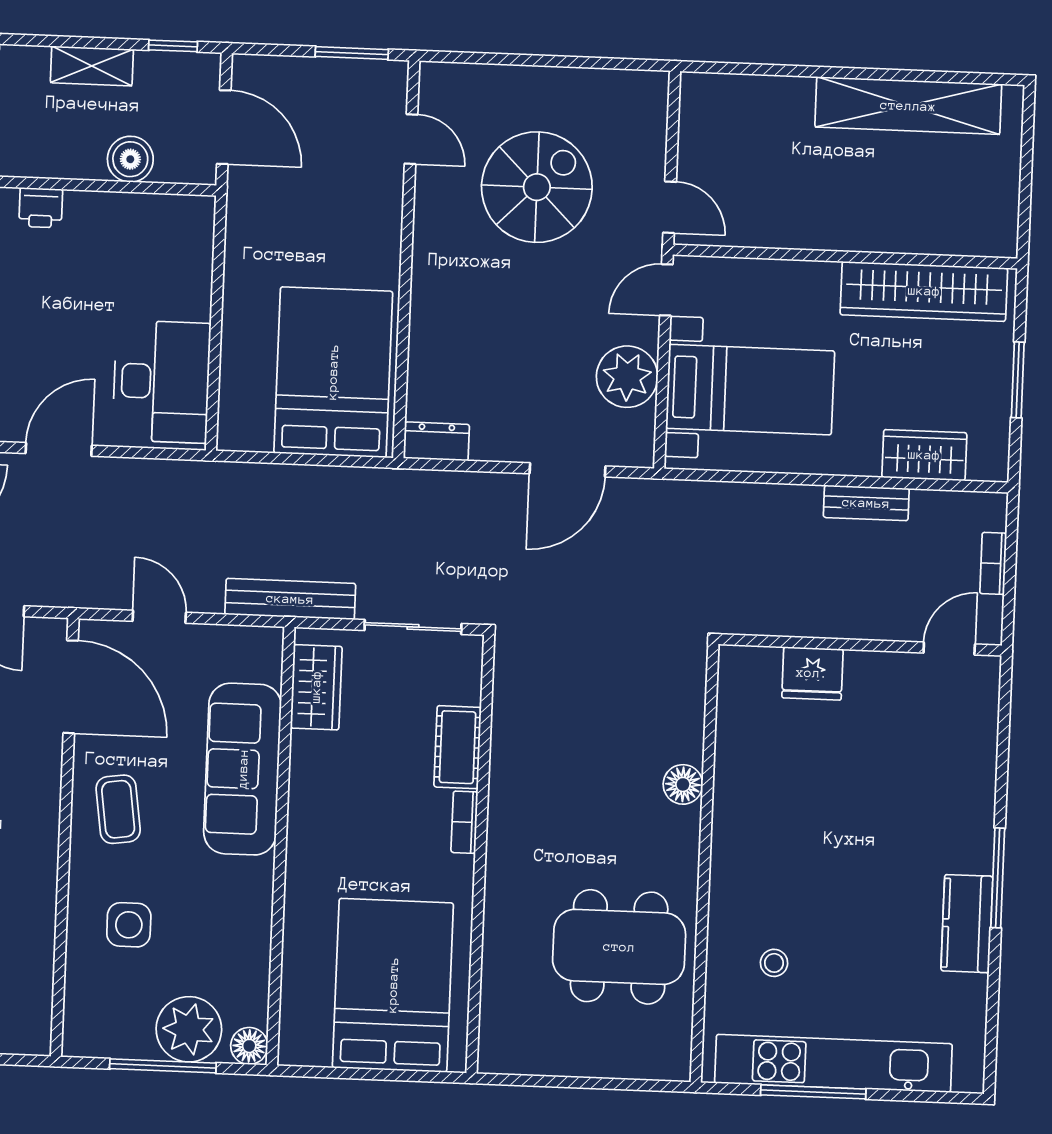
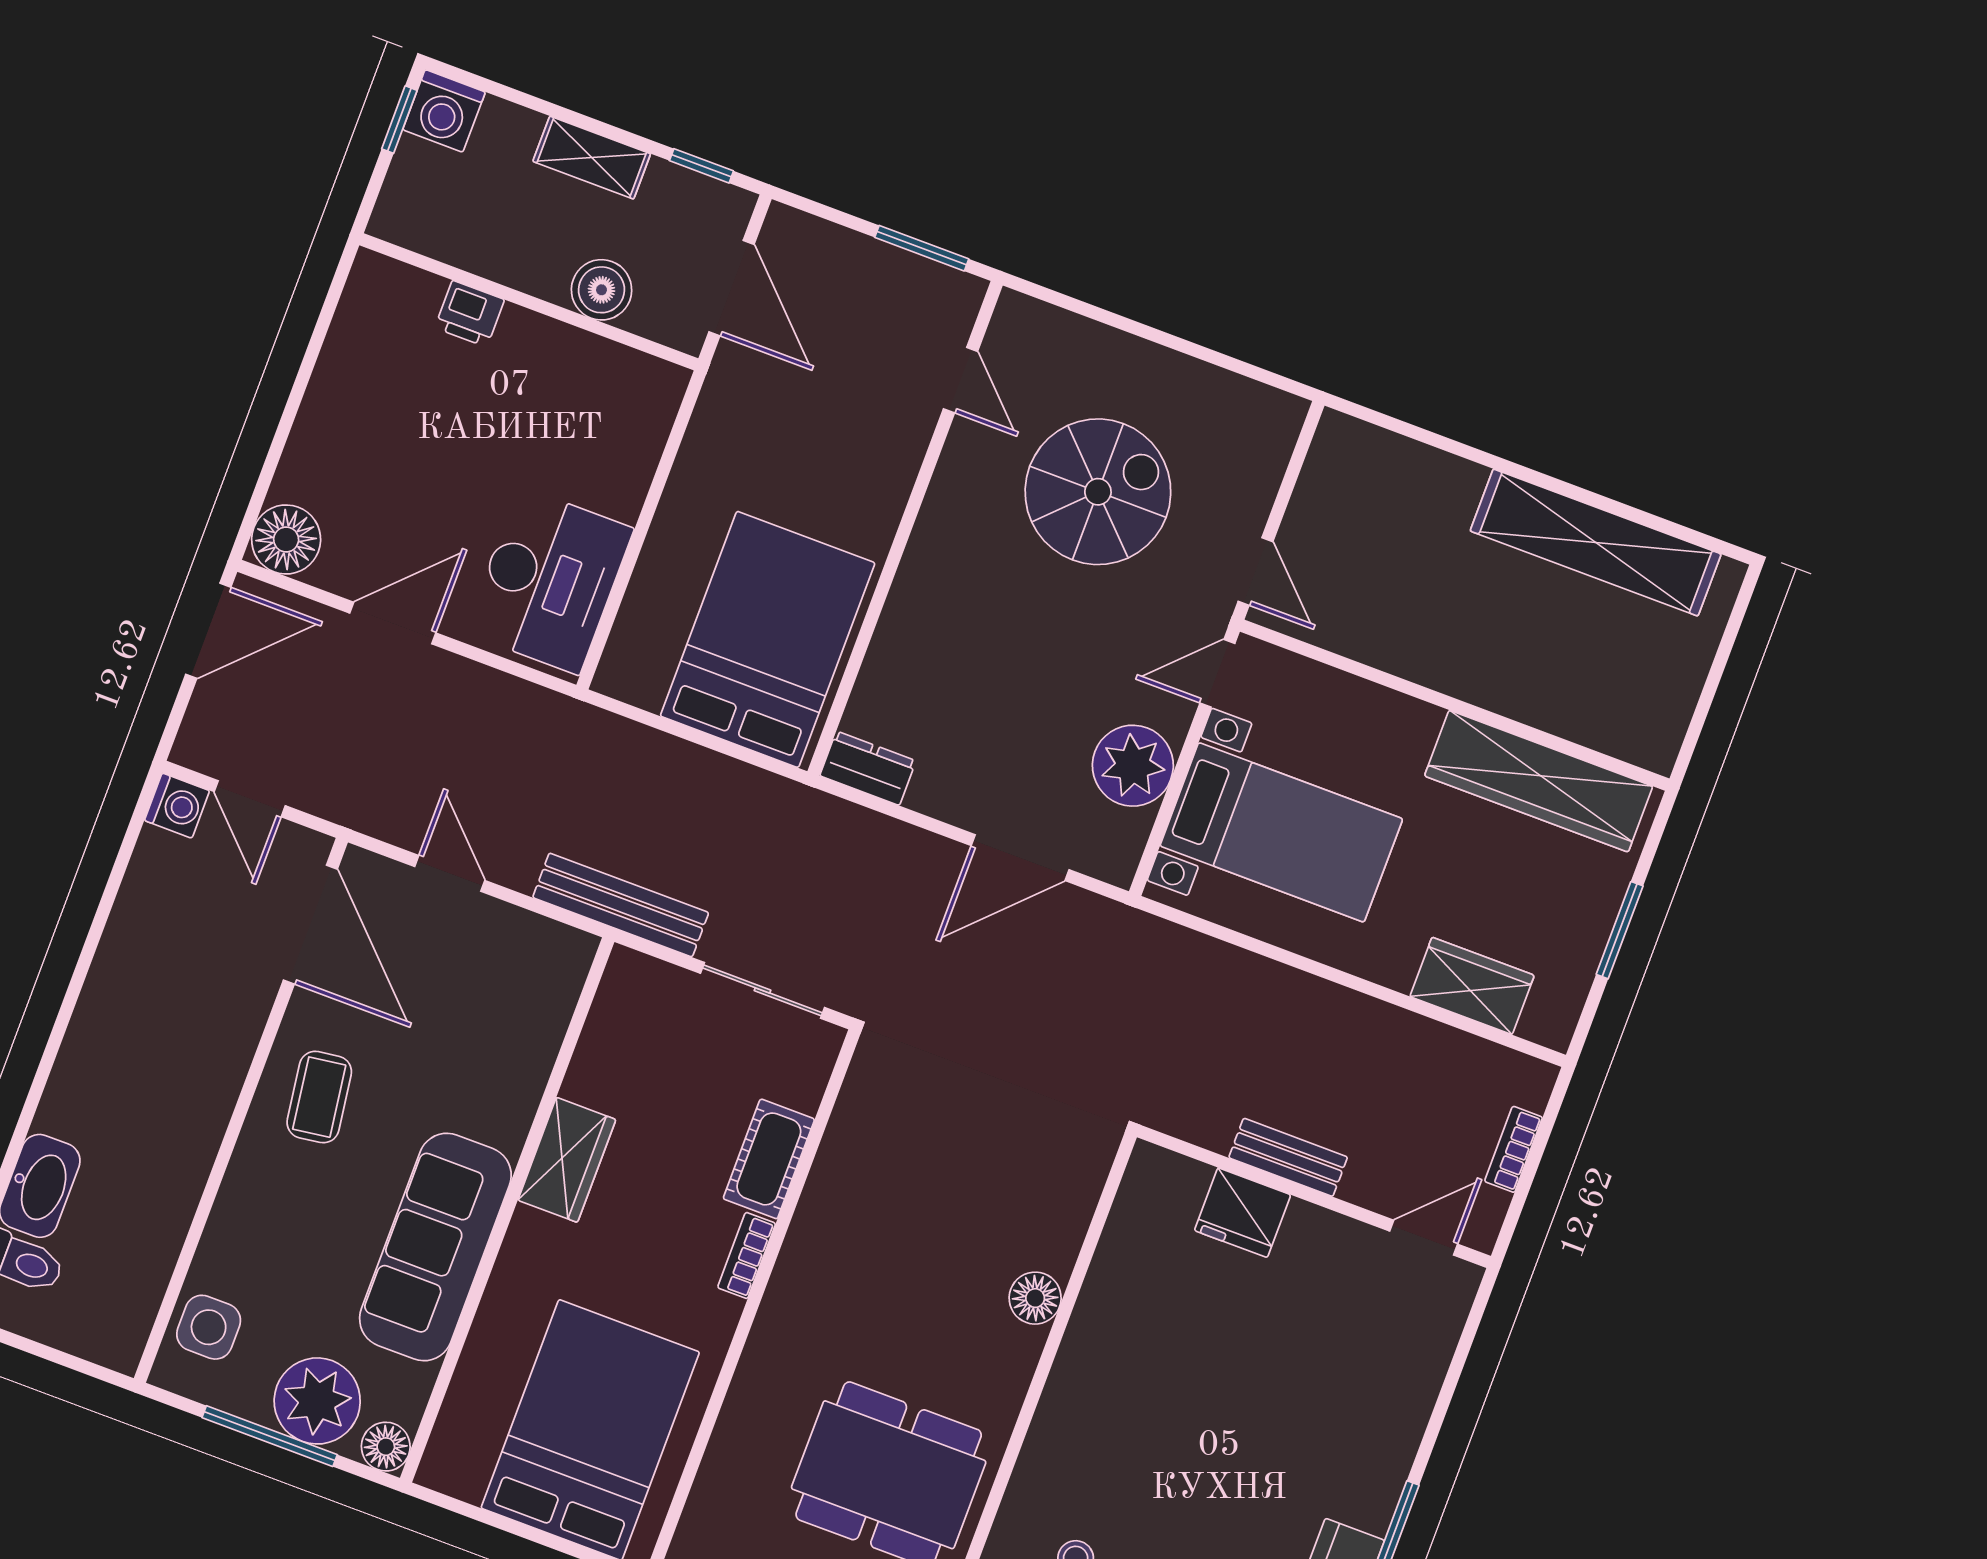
bench: (866, 503) -> (1288, 1157), moved
wardrobe: (316, 687) -> (567, 1160), moved
sofa: (243, 769) -> (435, 1247), moved
side table: (129, 925) -> (209, 1327), moved

